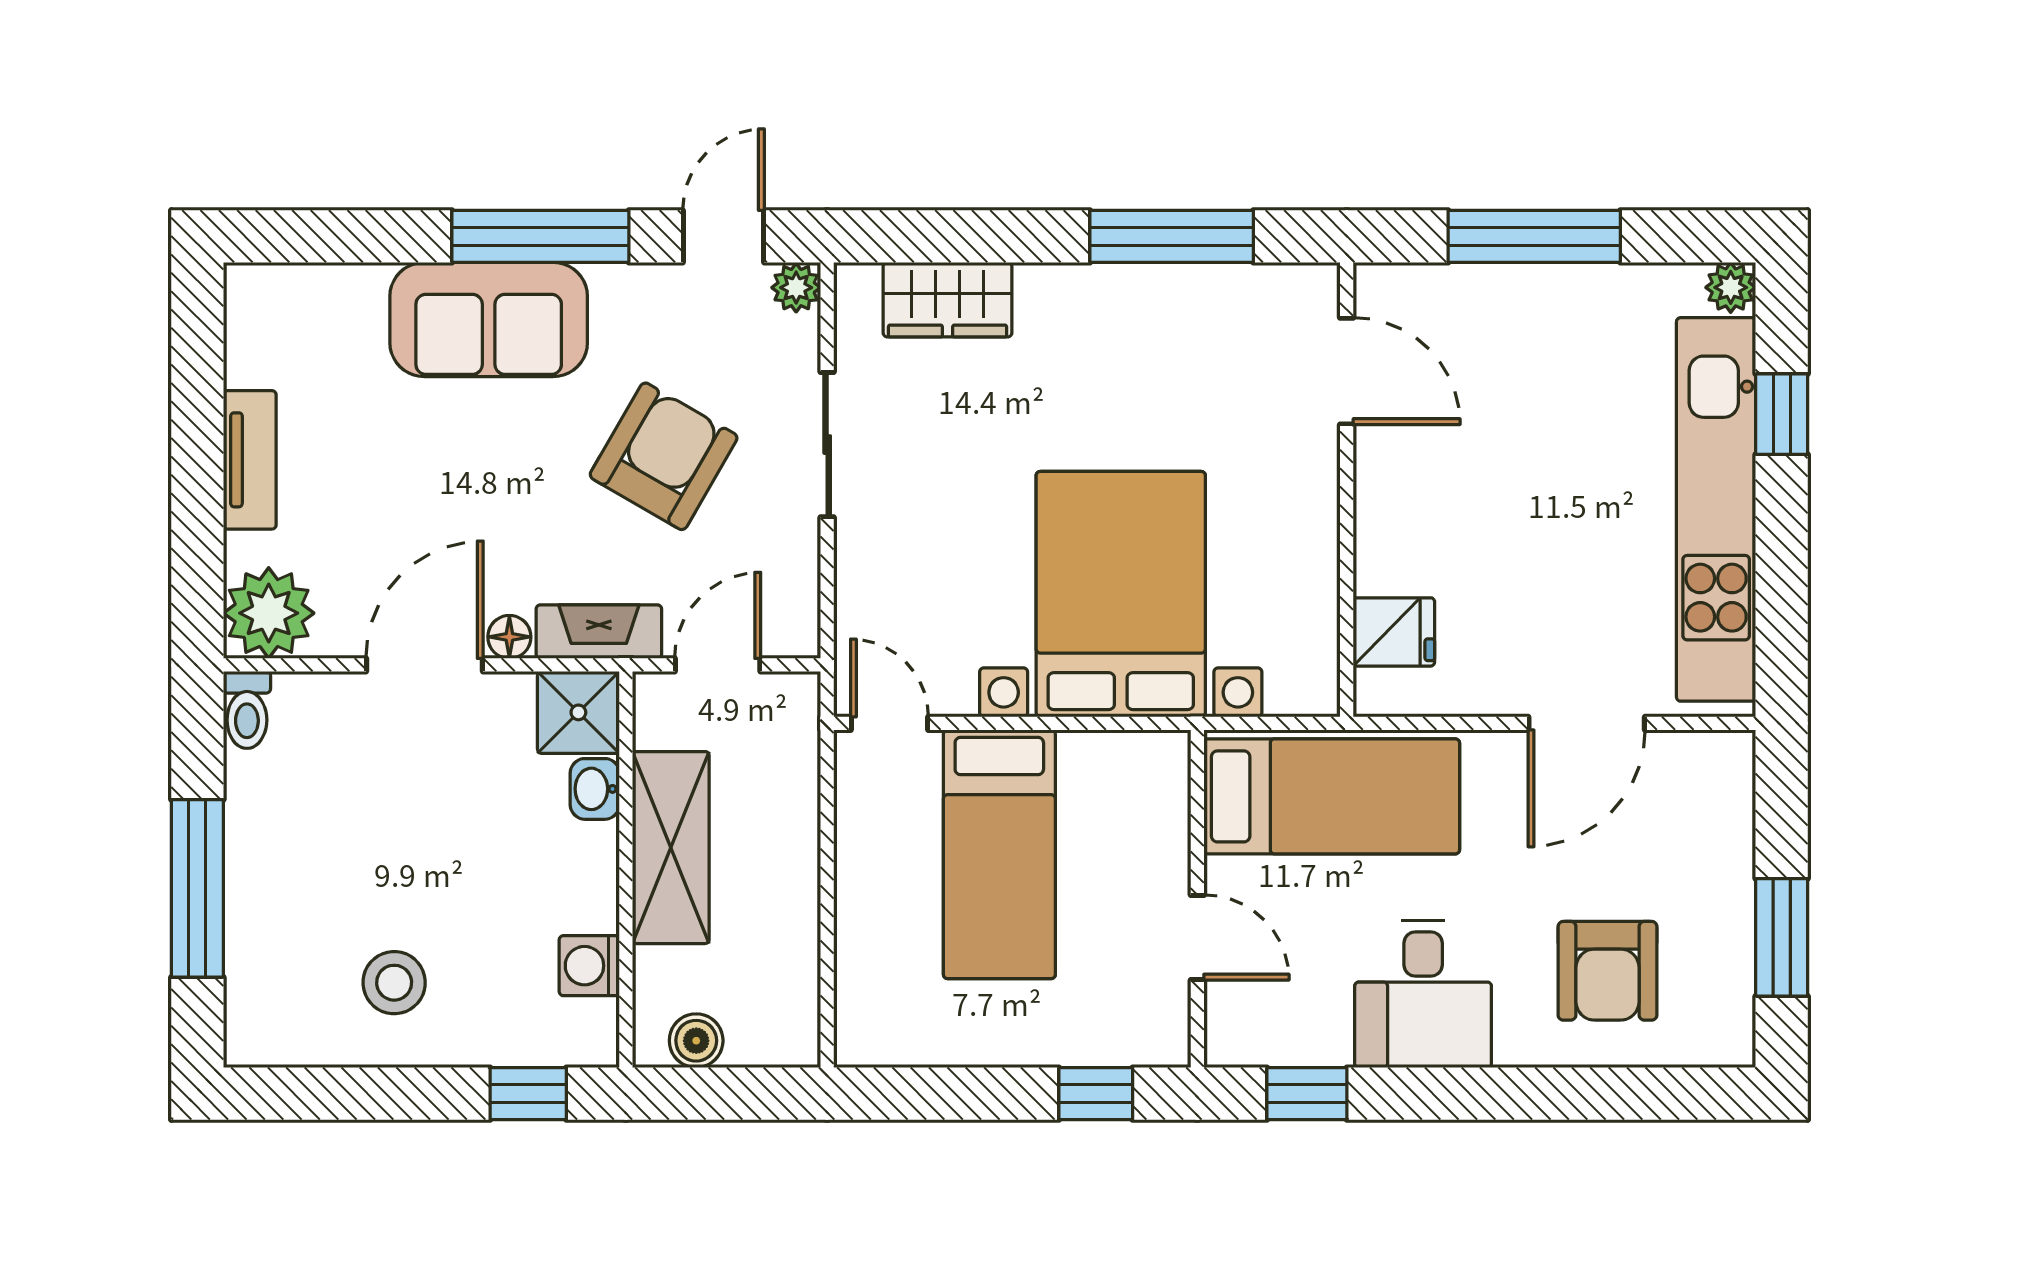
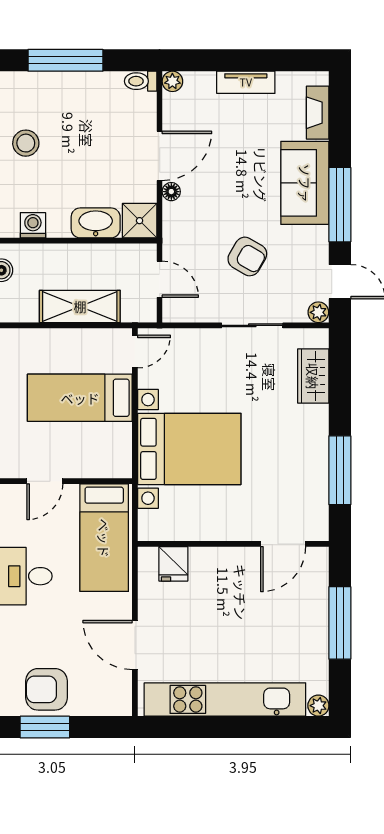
window: (1782, 414) -> (265, 727), removed
armchair: (664, 456) -> (247, 256), width x0.72, depth x0.72
plant: (269, 613) -> (172, 81), width x0.53, depth x0.53
fireplace: (599, 632) -> (318, 113), moved, turned 180
door: (425, 665) -> (160, 156), hinge flipped
washbasin: (595, 789) -> (96, 223), width x1.91, depth x1.45
shelving: (671, 848) -> (80, 306), moved
armchair: (1608, 971) -> (46, 689), moved

